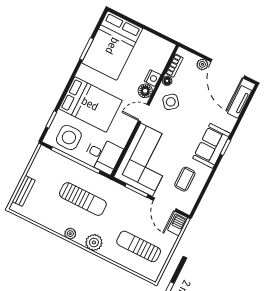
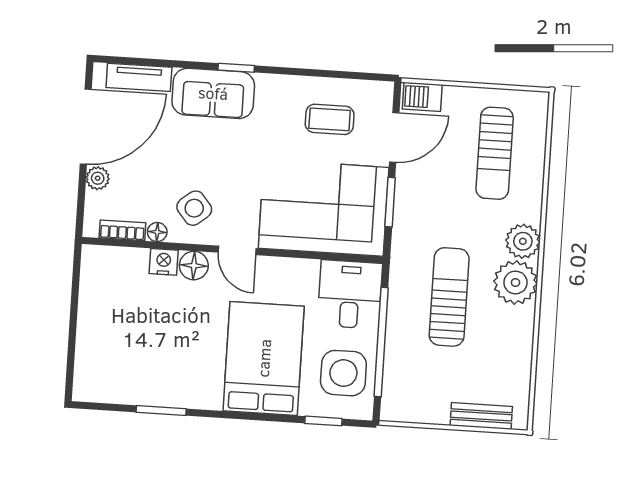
bed: (112, 46) -> (134, 365), removed
sofa: (212, 146) -> (213, 93), moved
plant: (70, 234) -> (515, 282), width x1.88, depth x1.88

